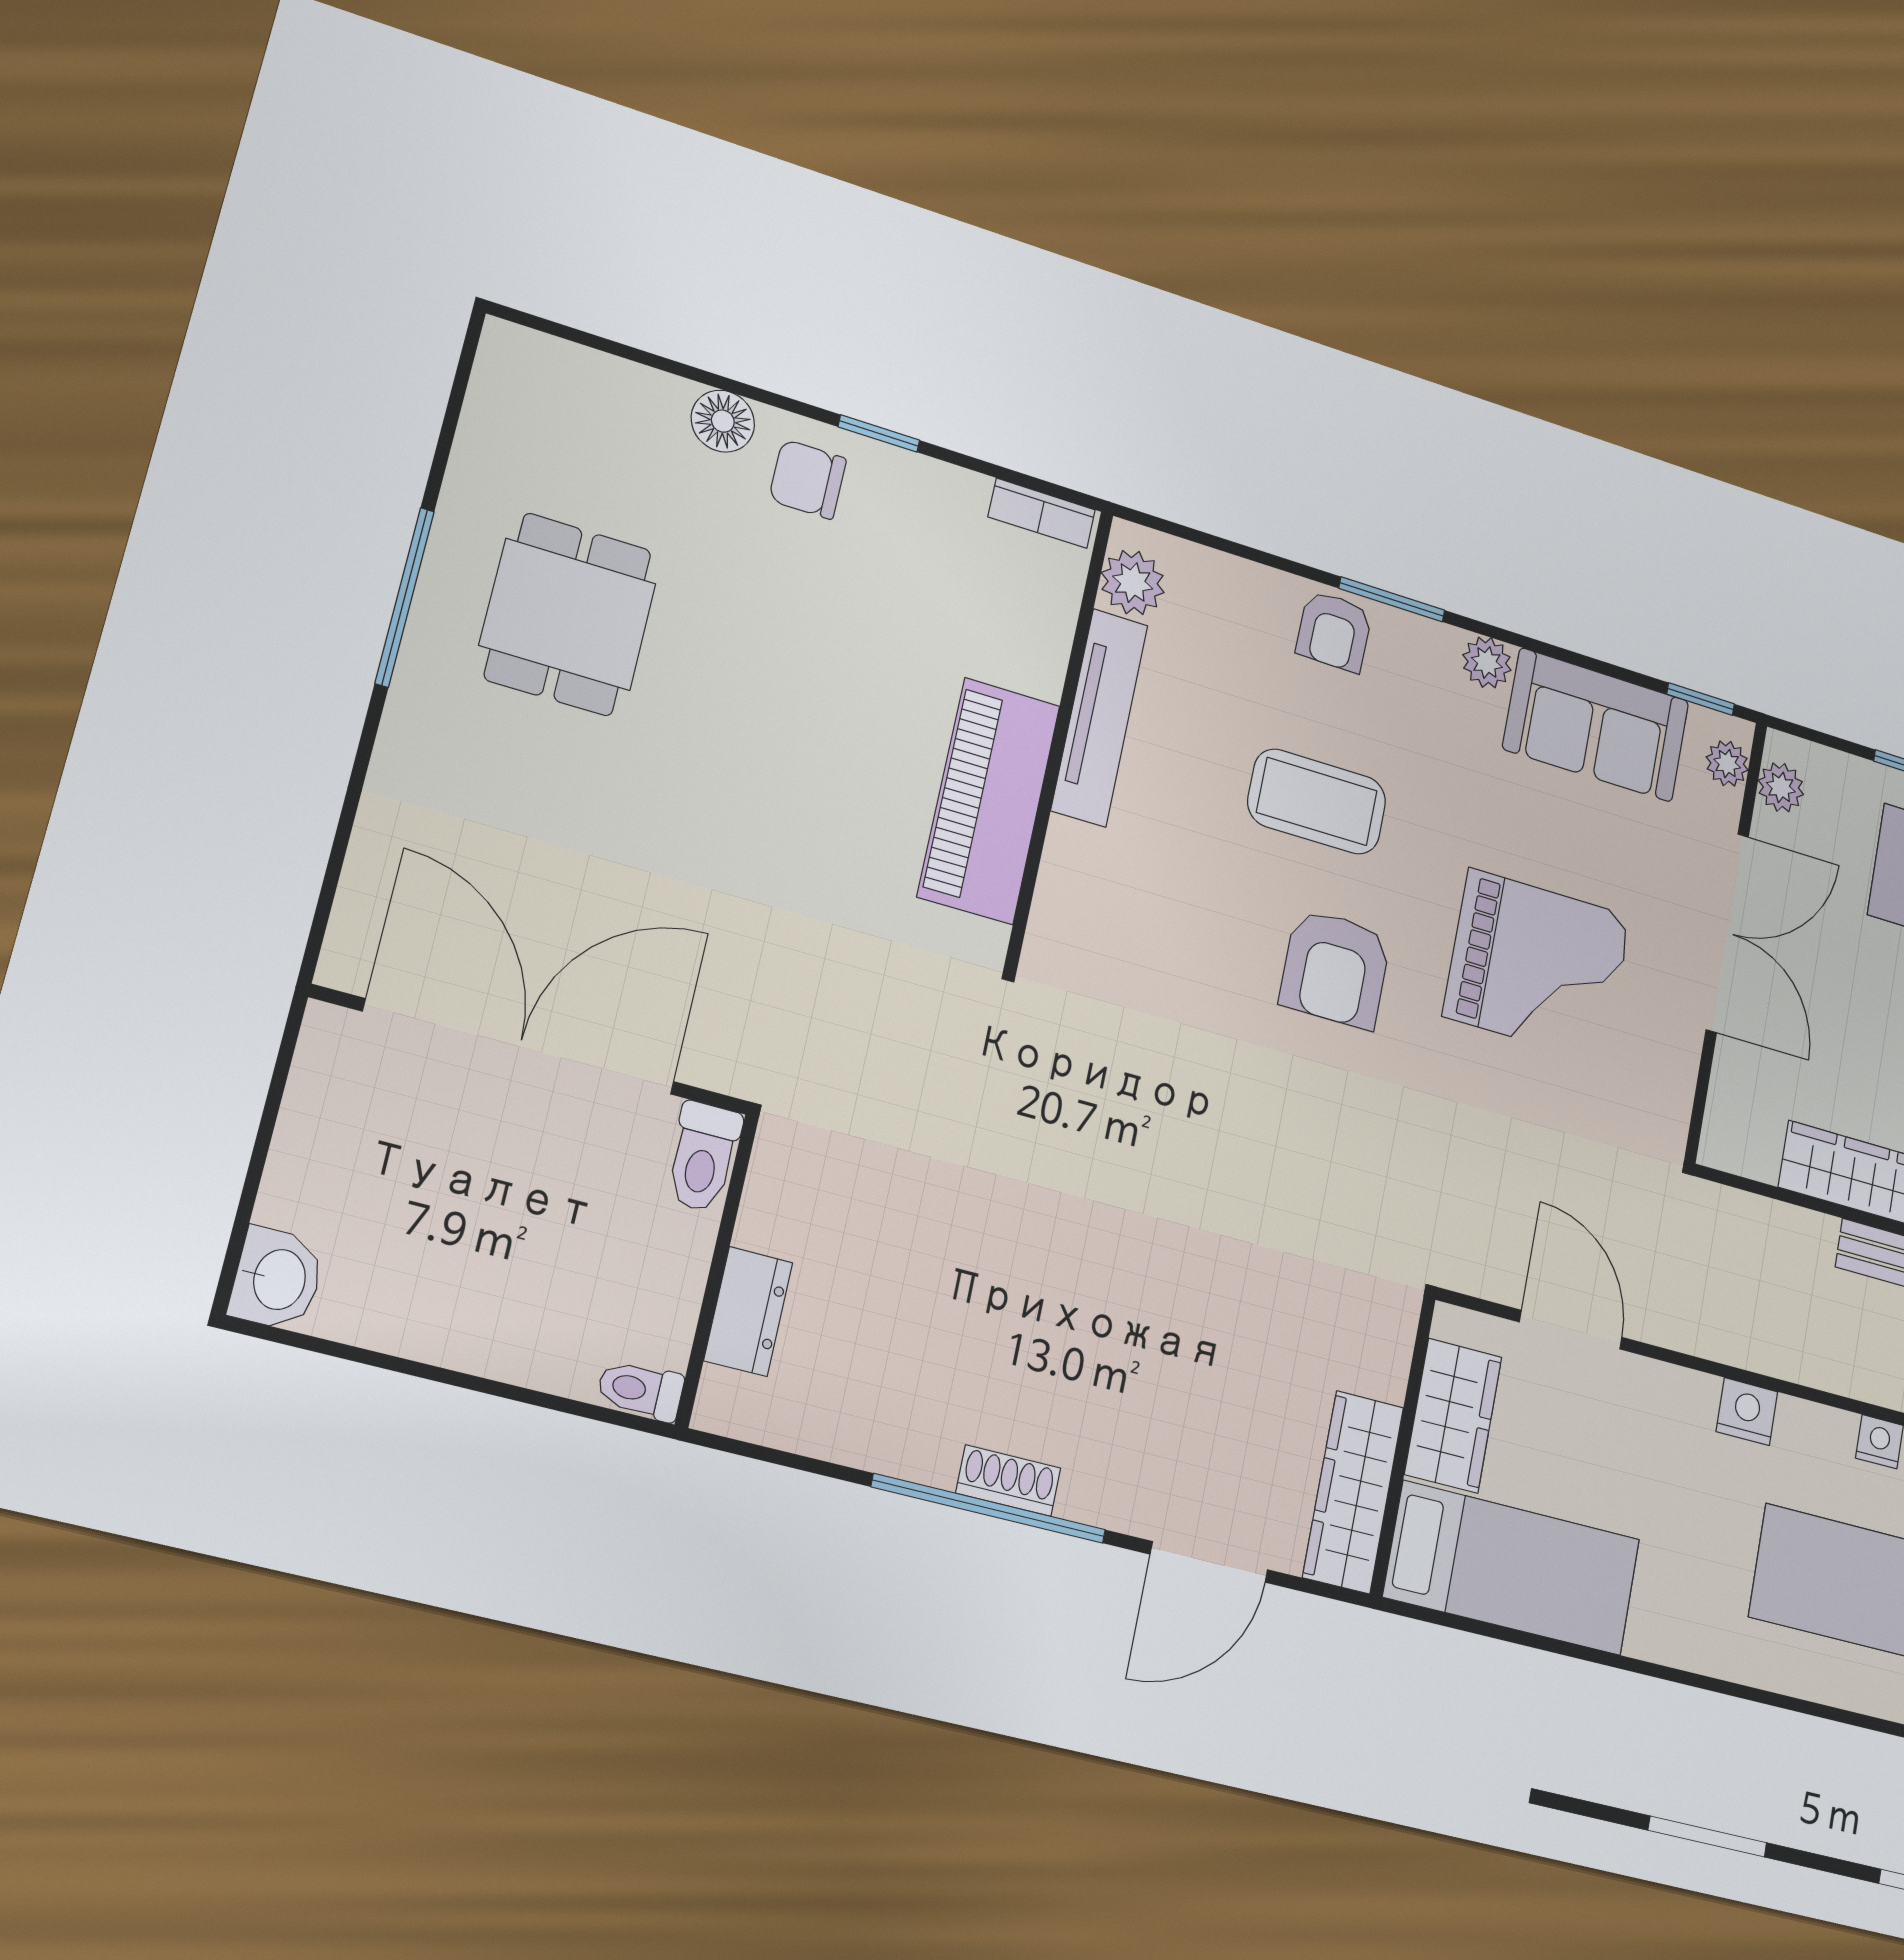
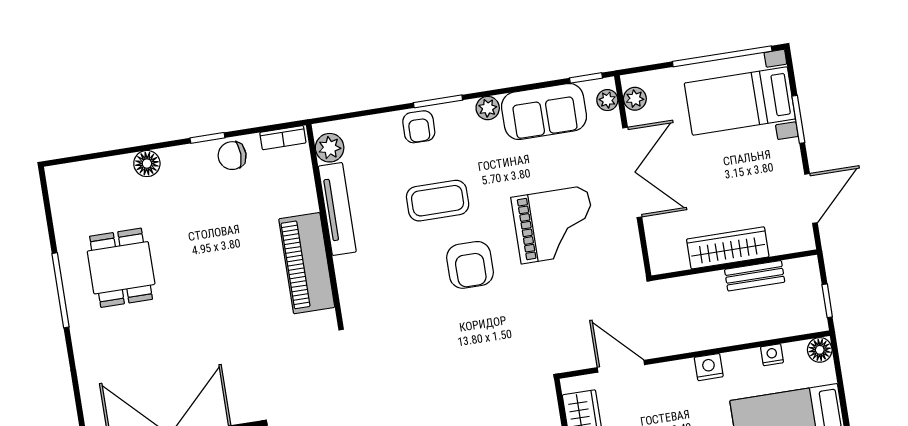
chair: (808, 479) -> (232, 156), moved

